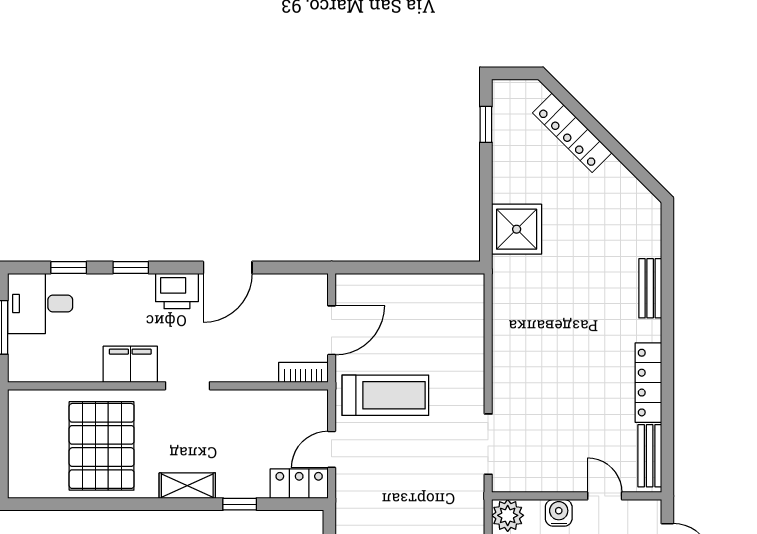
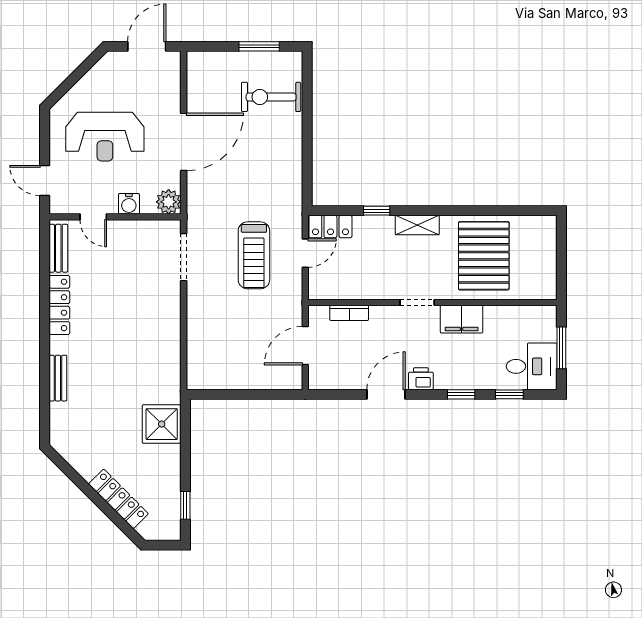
printer: (177, 291) -> (421, 379), width x0.73, depth x0.81
bookcase: (303, 372) -> (349, 313), moved
treadmill: (385, 395) -> (254, 255), moved, turned -90

